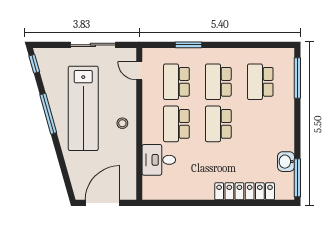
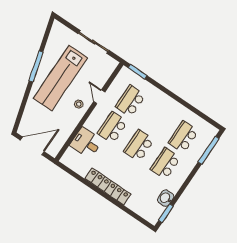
window: (189, 45) -> (138, 72), moved
window: (34, 64) -> (48, 29), removed
door: (139, 71) -> (99, 97), moved
school desk: (218, 82) -> (165, 163), moved
window: (297, 178) -> (166, 213), width x0.69
locker: (245, 191) -> (108, 186), moved

